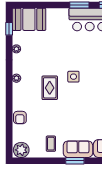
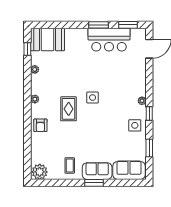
armchair: (20, 118) -> (40, 125), moved

